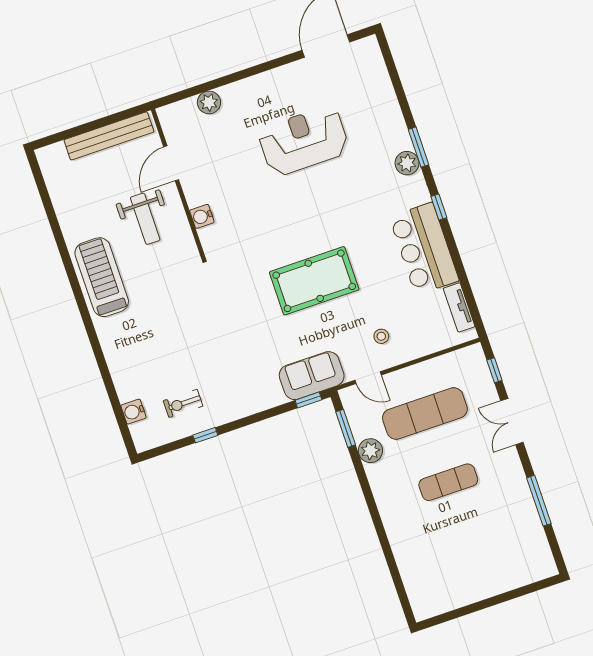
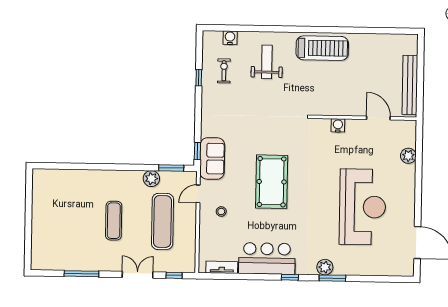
reception desk: (304, 141) -> (363, 207), width x1.36, depth x1.30
weight bench: (145, 219) -> (267, 62), moved, turned 90

